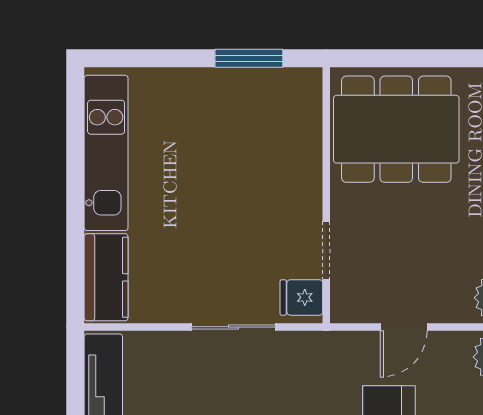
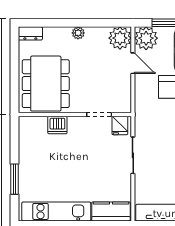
window: (249, 58) -> (15, 179), moved
dishwasher: (302, 156) -> (57, 125), added
door: (404, 327) -> (133, 63), moved

